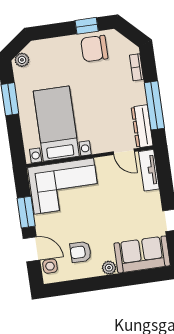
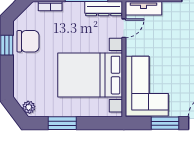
chair: (94, 49) -> (28, 41), turned -90
bed with nightstands: (56, 124) -> (90, 75), width x1.36

